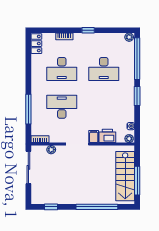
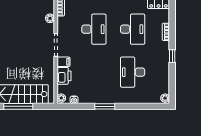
window: (137, 59) -> (143, 106), removed
desk: (62, 69) -> (133, 29), turned 180

